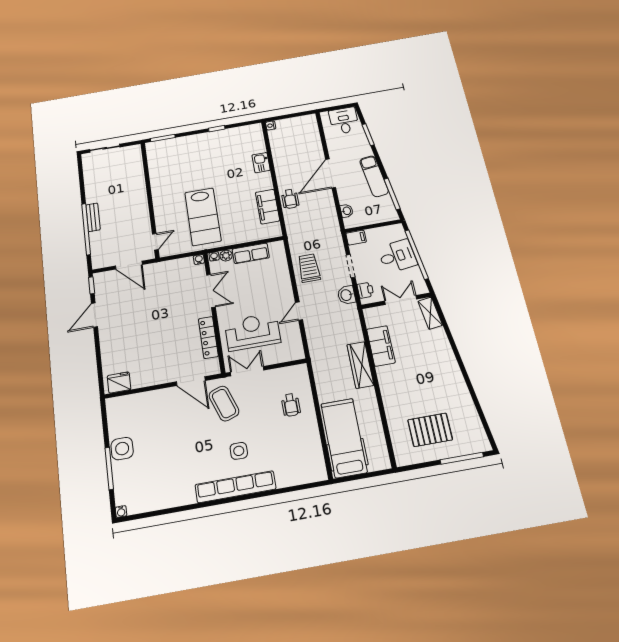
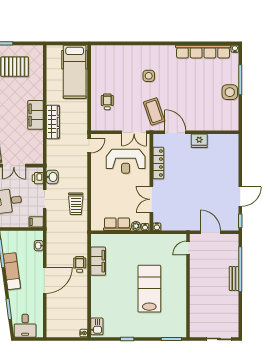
kitchen sink: (261, 163) -> (97, 326), moved
lab bench: (203, 217) -> (149, 289), moved
door: (299, 311) -> (89, 146), moved
filing cabinet: (381, 346) -> (35, 115), moved
fridge: (119, 383) -> (199, 141), moved
row of seats: (235, 487) -> (203, 52), moved

